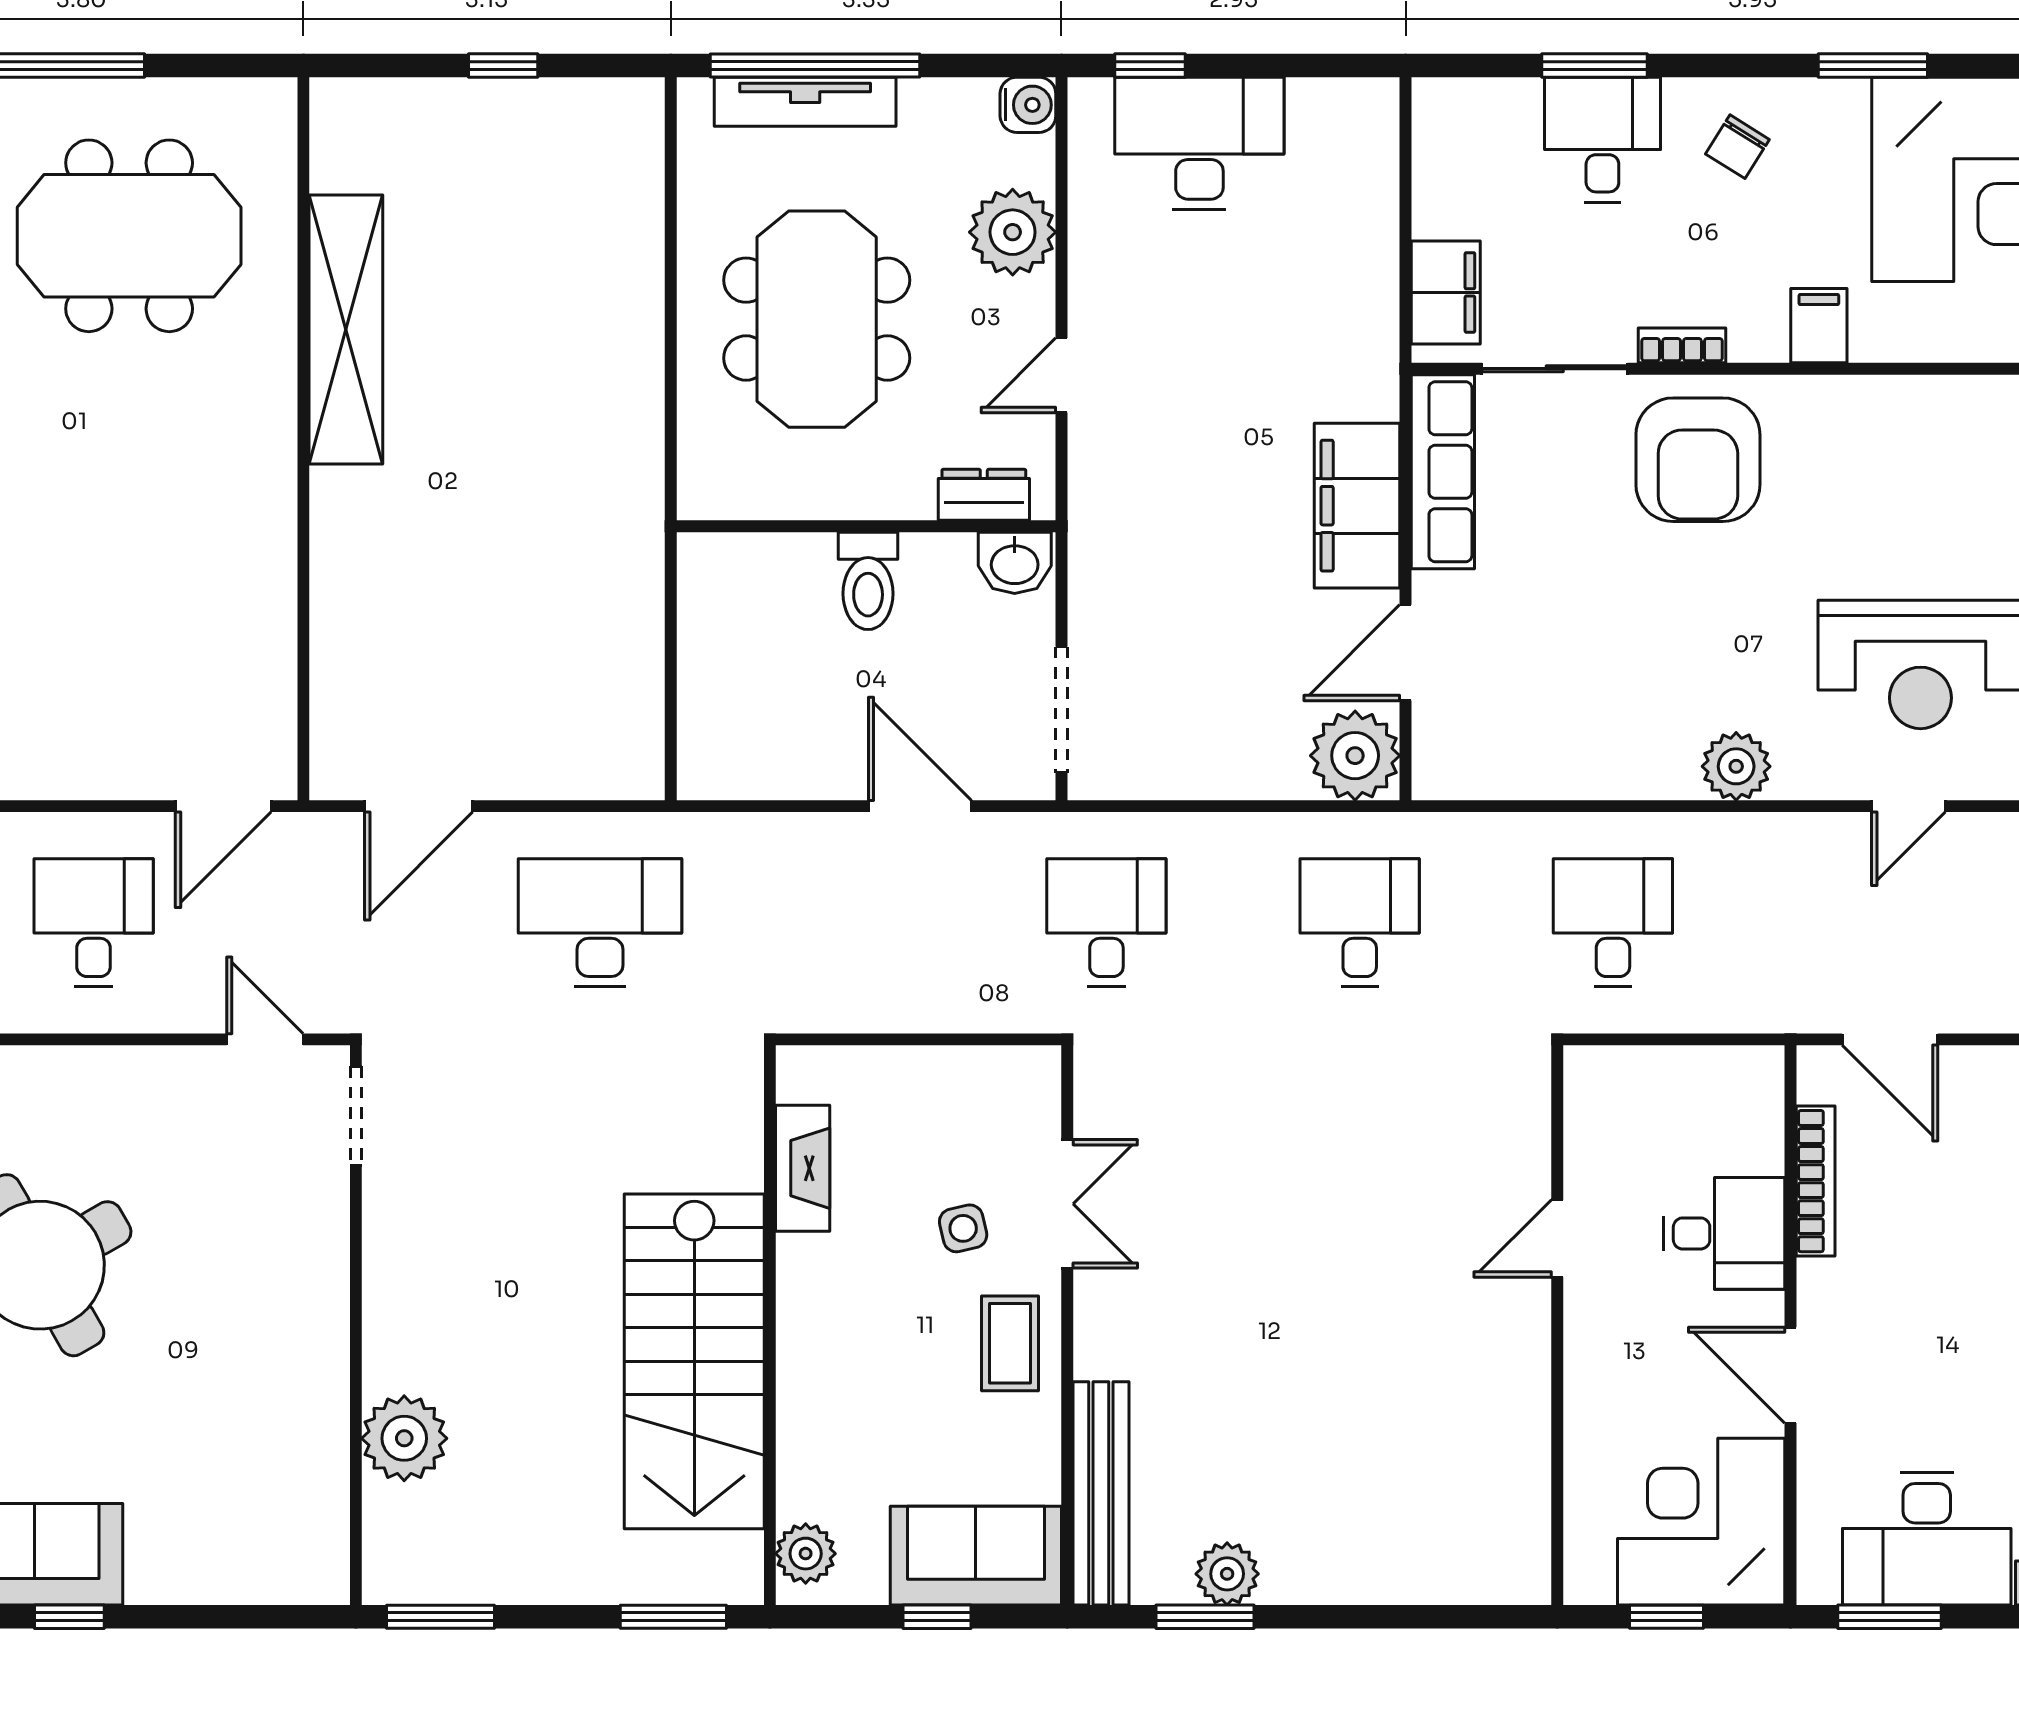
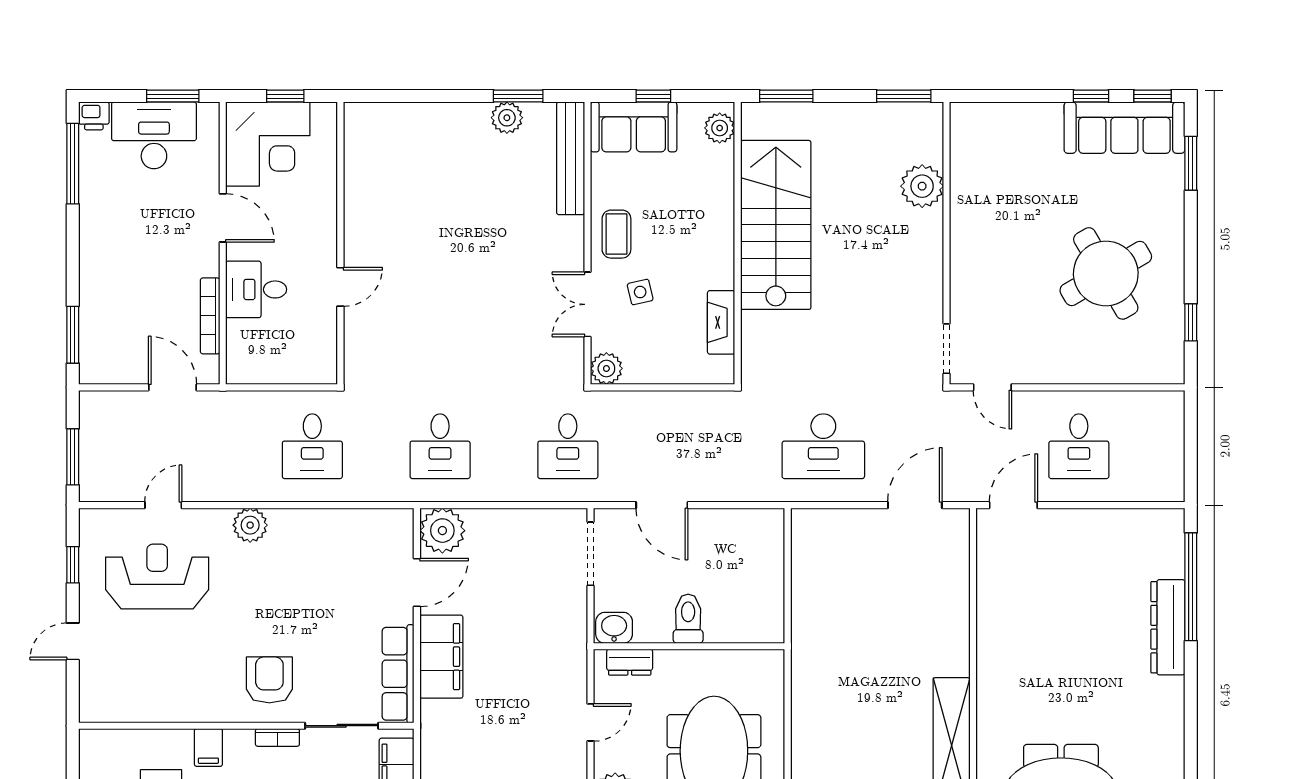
armchair: (1698, 460) -> (269, 680), width x0.73, depth x0.73
plant: (1030, 1077) -> (606, 368), added

